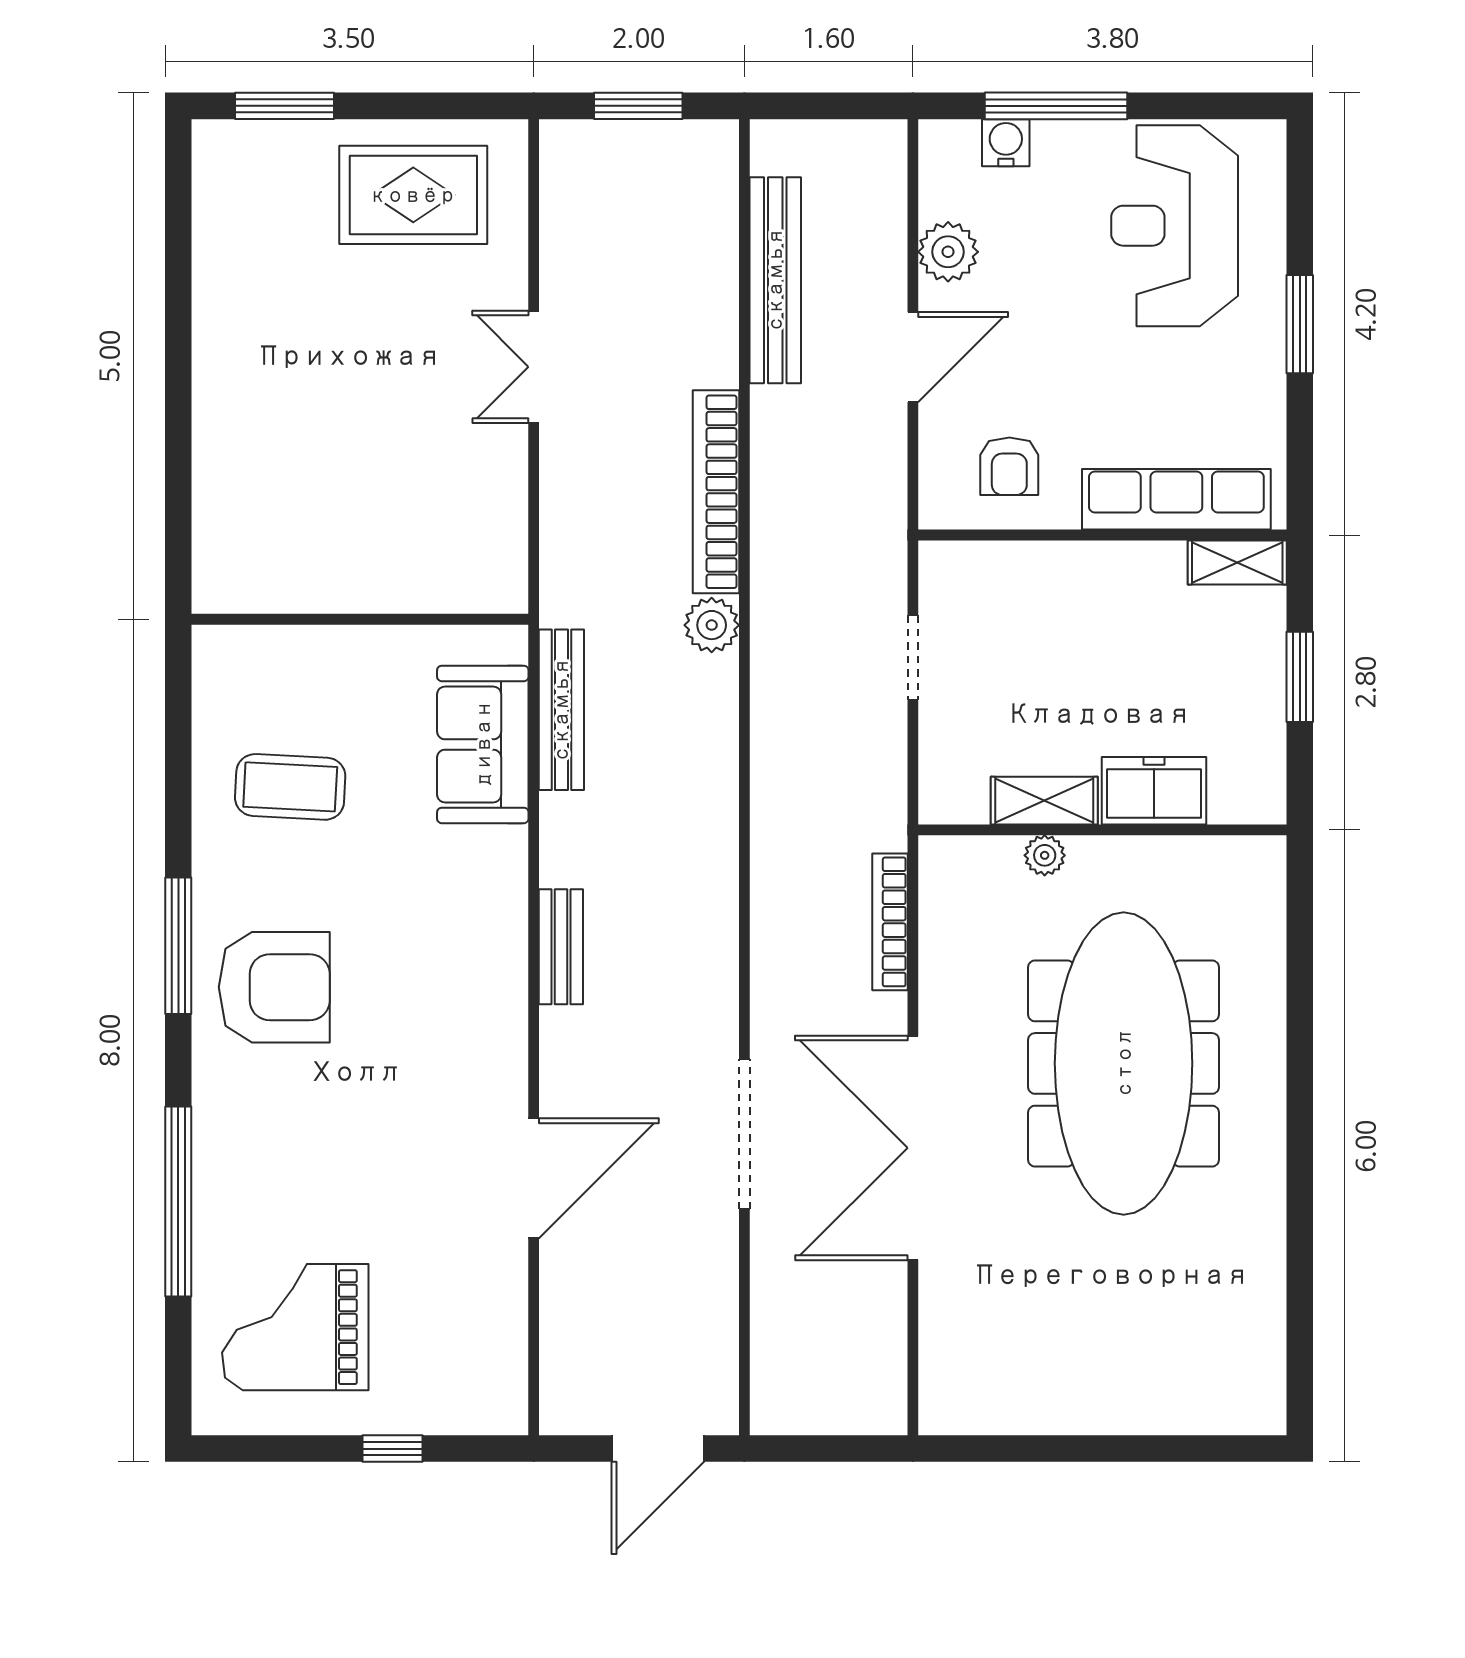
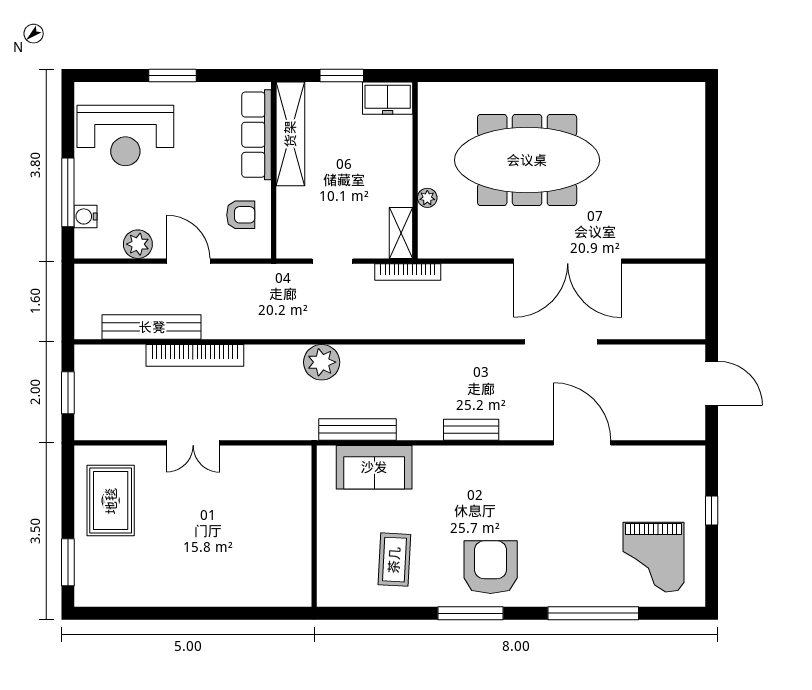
bookcase: (716, 492) -> (195, 355), moved
shelving: (1237, 562) -> (290, 134), width x2.20, depth x1.33
plant: (712, 625) -> (322, 362), width x1.36, depth x1.36
freezer: (1154, 791) -> (388, 98), moved, turned -90
shelving: (1044, 801) -> (401, 233), moved
bookcase: (890, 922) -> (408, 272), moved

